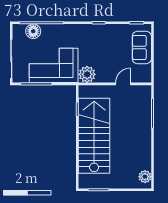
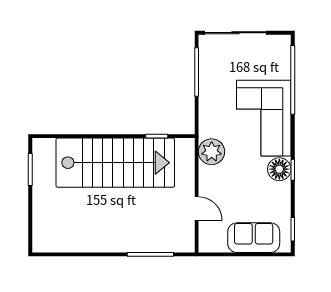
floor lamp: (33, 31) -> (279, 169), moved
corner sofa: (54, 65) -> (264, 118), moved, turned 180
plant: (145, 177) -> (51, 243), removed

